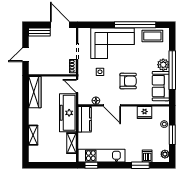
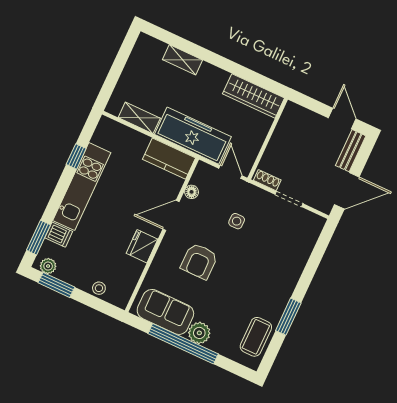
window: (135, 25) -> (288, 317), width x0.47
corner sofa: (112, 43) -> (275, 264), removed
door: (26, 55) -> (342, 118), moved
door: (77, 86) -> (230, 172), hinge flipped
fridge: (145, 113) -> (142, 246), moved
window: (172, 135) -> (56, 285), moved
kitchen unit: (102, 156) -> (82, 187), moved
window: (91, 165) -> (76, 156), moved
window: (140, 165) -> (39, 238), moved

